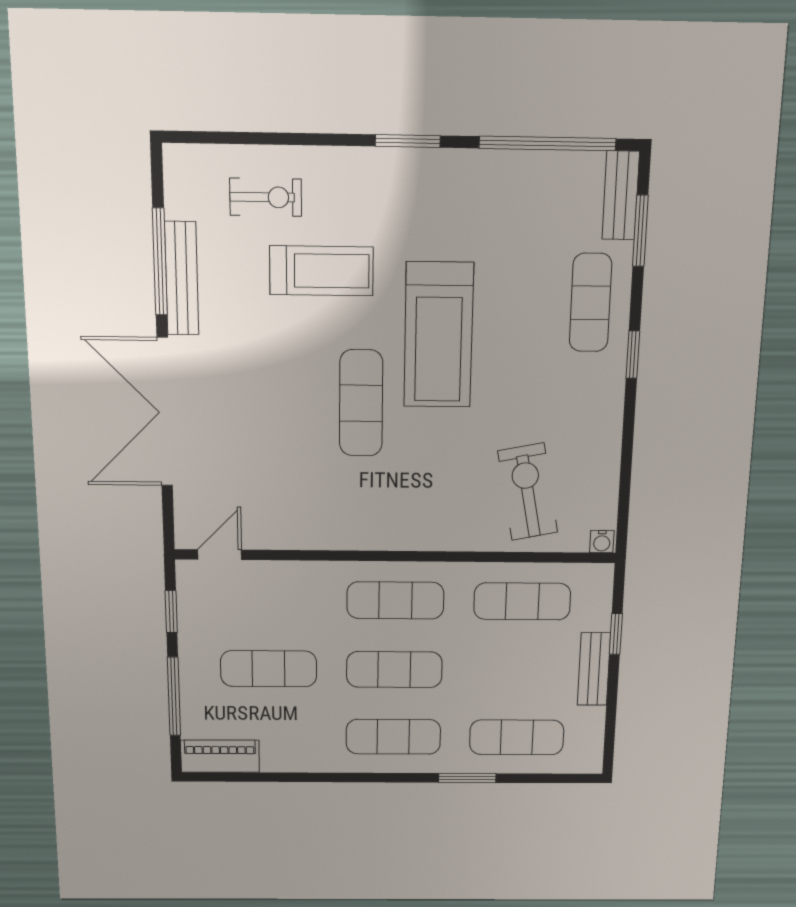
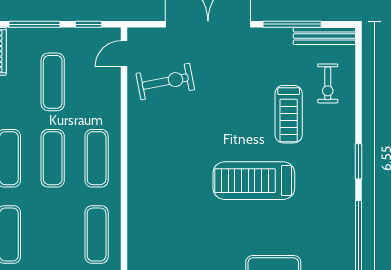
bench: (182, 278) -> (324, 36), moved
exercise mat: (361, 403) -> (215, 137), removed
exercise bike: (528, 492) -> (165, 82), moved
door: (220, 555) -> (124, 54), swing flipped

